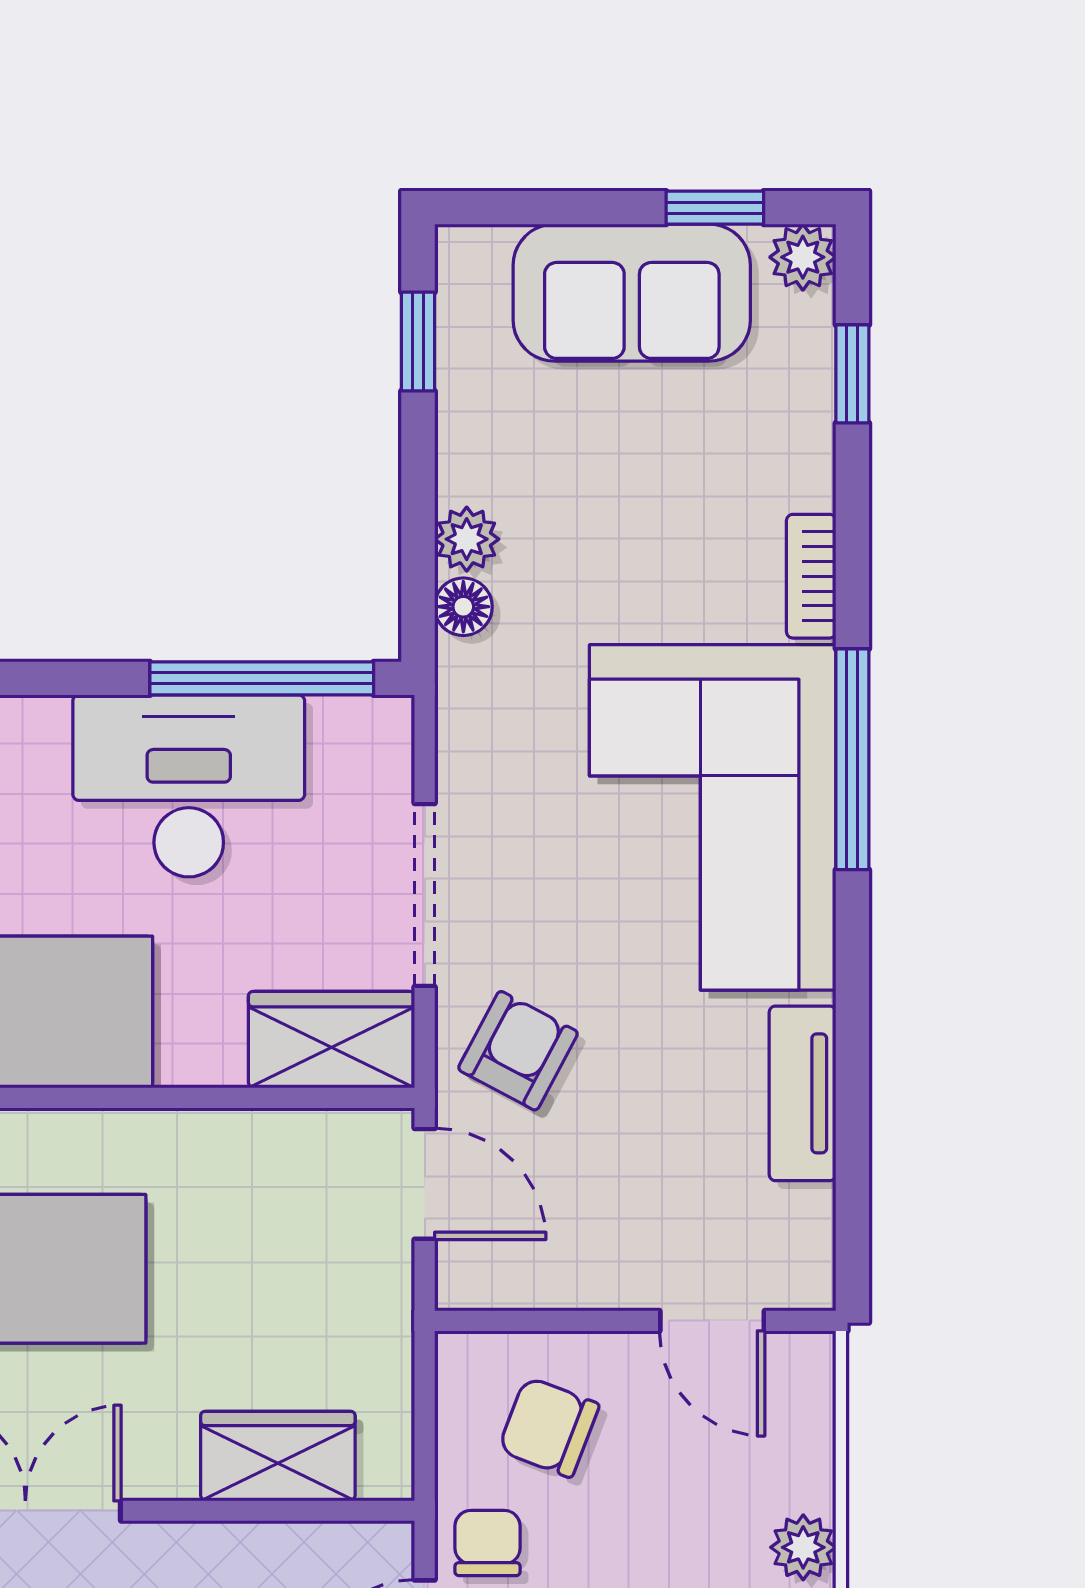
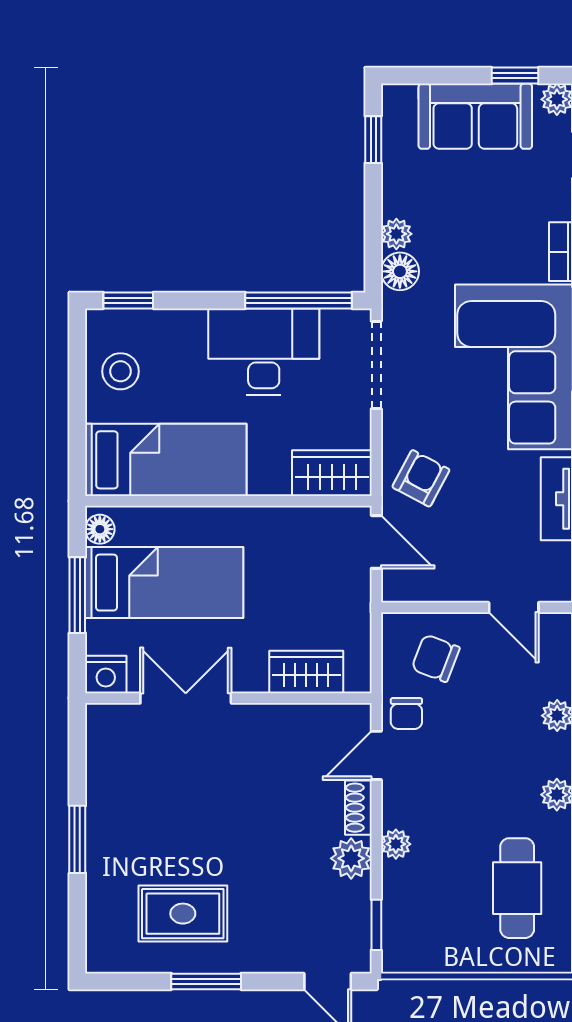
floor lamp: (463, 607) -> (400, 271), width x1.37, depth x1.37
doorway: (425, 895) -> (376, 365), moved
chair: (488, 1543) -> (406, 714), turned 180

